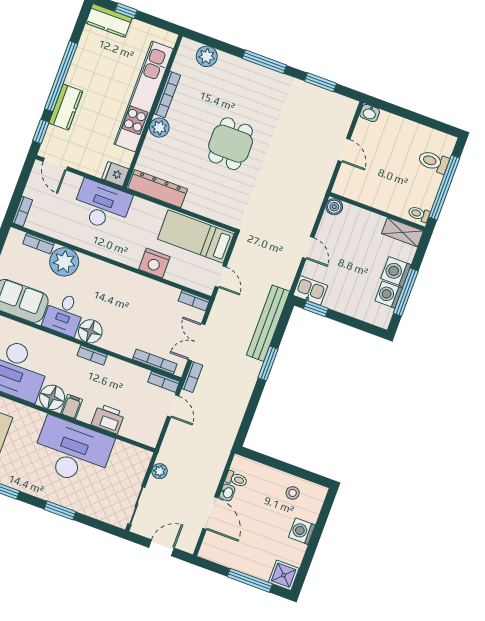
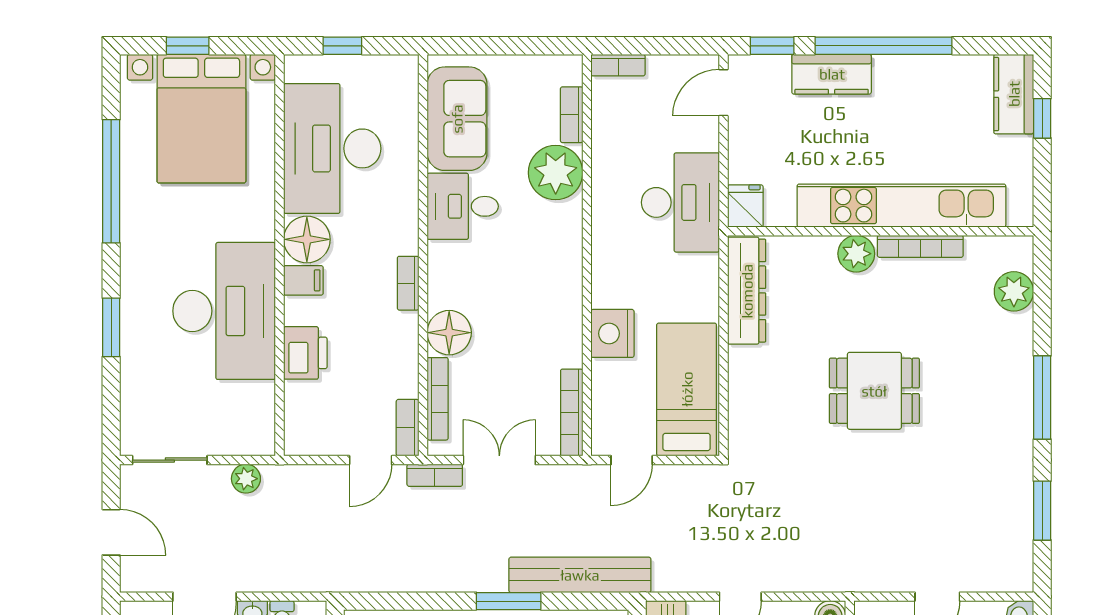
bookcase: (194, 301) -> (572, 412), width x1.56
floor lamp: (90, 331) -> (449, 333), moved

